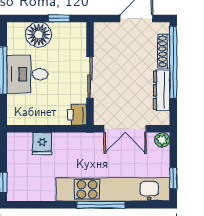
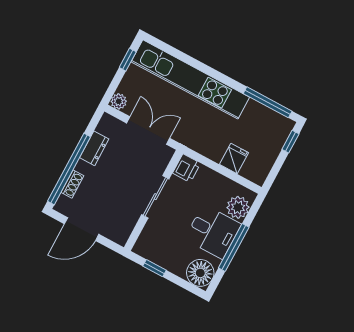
floor lamp: (39, 35) -> (200, 273), moved
shoe rack: (164, 51) -> (72, 184), width x0.70
dresser: (162, 90) -> (94, 148), width x0.70
plant: (17, 105) -> (238, 207), added
window: (101, 205) -> (268, 102), moved

